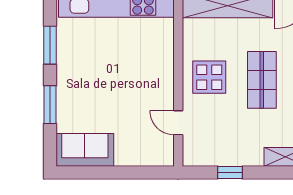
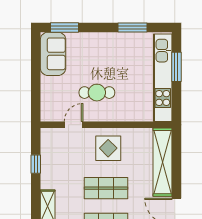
cafe table: (136, 92) -> (97, 93), added
window: (50, 105) -> (65, 27), moved

